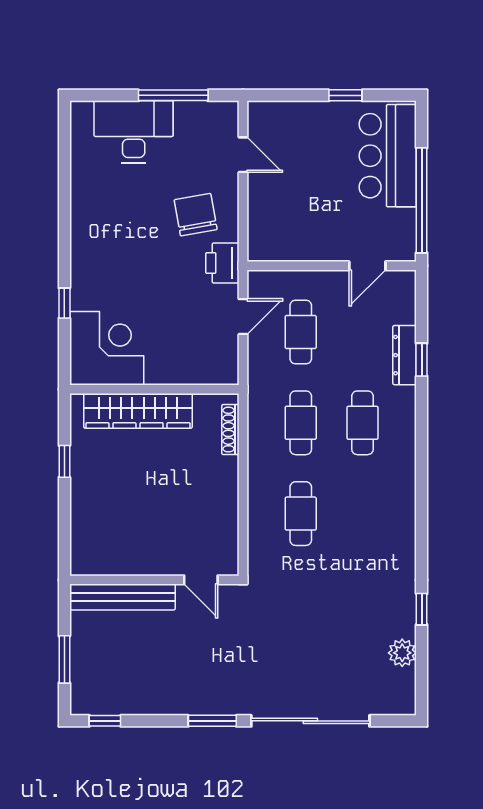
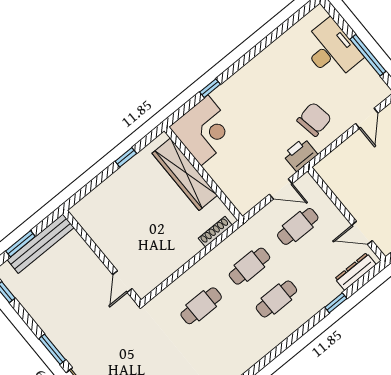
dresser: (405, 355) -> (356, 272), moved
bench: (122, 597) -> (41, 244), moved, turned 90

